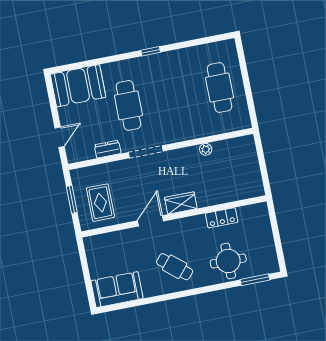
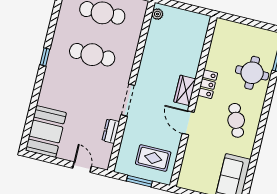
cafe table: (128, 105) -> (92, 55), moved
plant: (206, 149) -> (157, 14), moved
locker: (222, 218) -> (208, 84), moved
cafe table: (175, 267) -> (236, 120), turned -61

